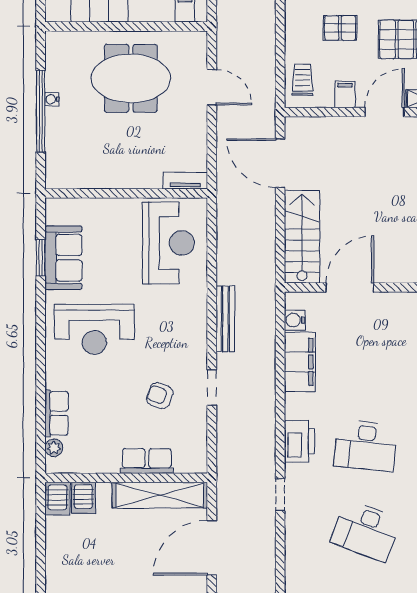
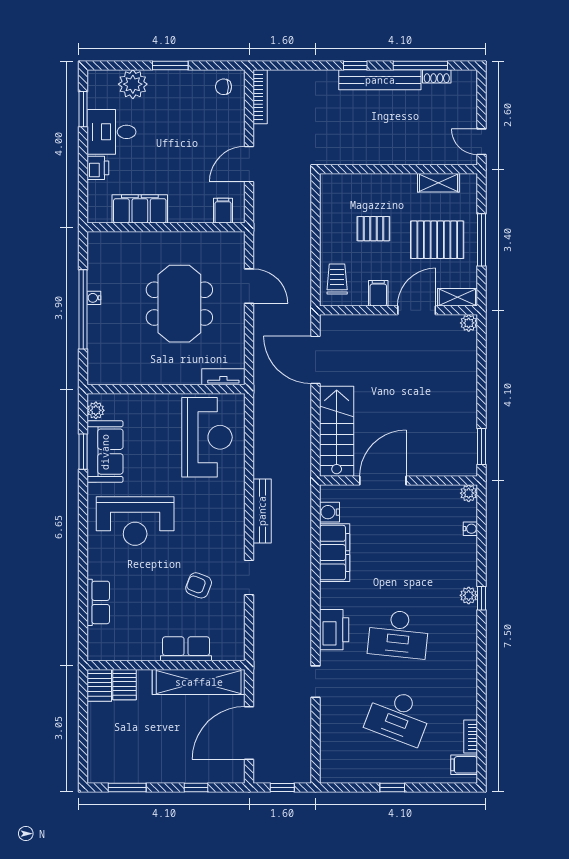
meeting table: (131, 78) -> (179, 304), moved, turned 90
plant: (54, 448) -> (96, 410), moved

